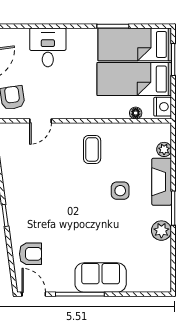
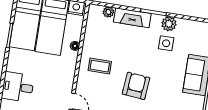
floor lamp: (136, 113) -> (75, 46), moved
side table: (120, 191) -> (166, 43), moved
armchair: (74, 201) -> (136, 86), added

